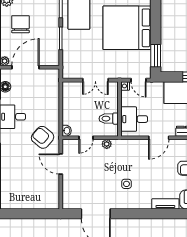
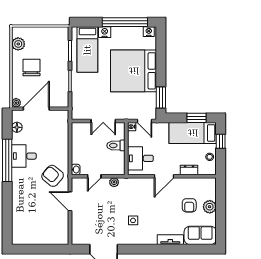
toilet: (109, 119) -> (116, 145), moved

